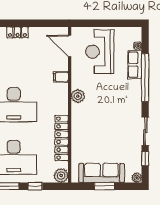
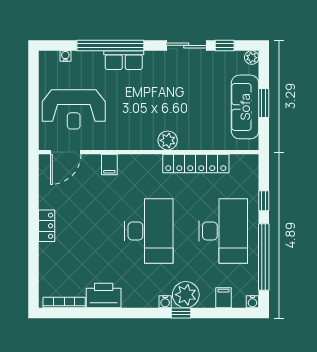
row of seats: (135, 65) -> (124, 60), moved
plant: (78, 96) -> (168, 140), moved
plant: (61, 175) -> (249, 164), removed

